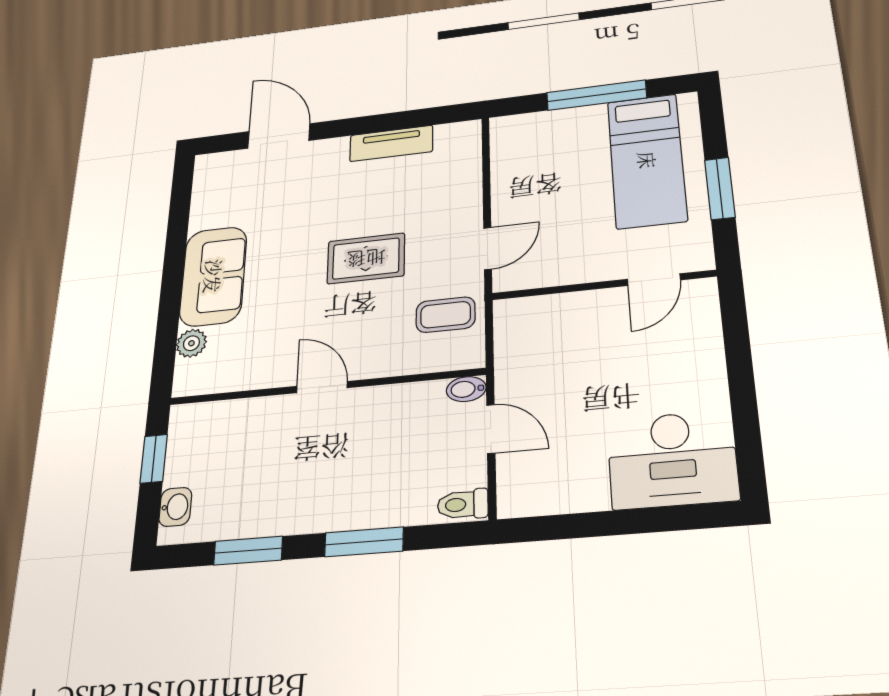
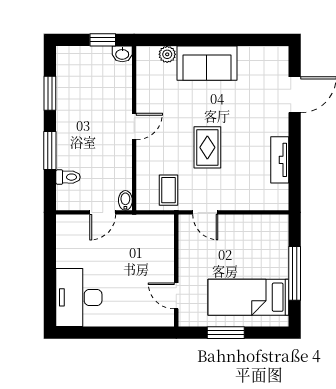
toilet: (463, 504) -> (68, 177), moved, turned 90
washbasin: (175, 507) -> (122, 54), moved

